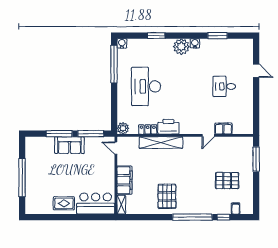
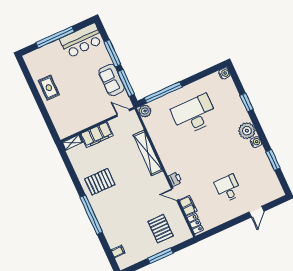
window: (114, 64) -> (163, 92), moved
printer: (168, 127) -> (175, 179), moved, width x0.53, depth x0.68
locker: (148, 129) -> (195, 224), moved
sofa: (69, 145) -> (112, 80), moved
door: (116, 148) -> (123, 113), hinge flipped
window: (256, 159) -> (160, 256), moved
pallet: (227, 181) -> (161, 229), moved
bar counter: (96, 204) -> (81, 41), moved, turned 90
window: (223, 217) -> (105, 244), removed

